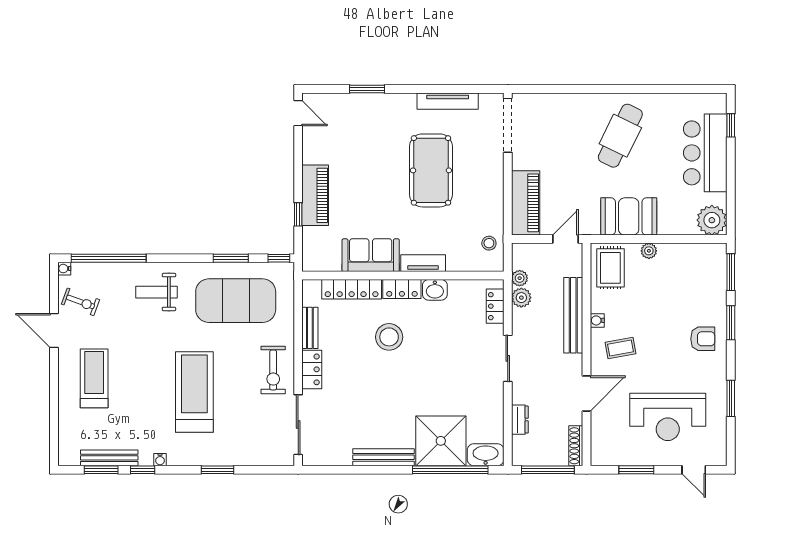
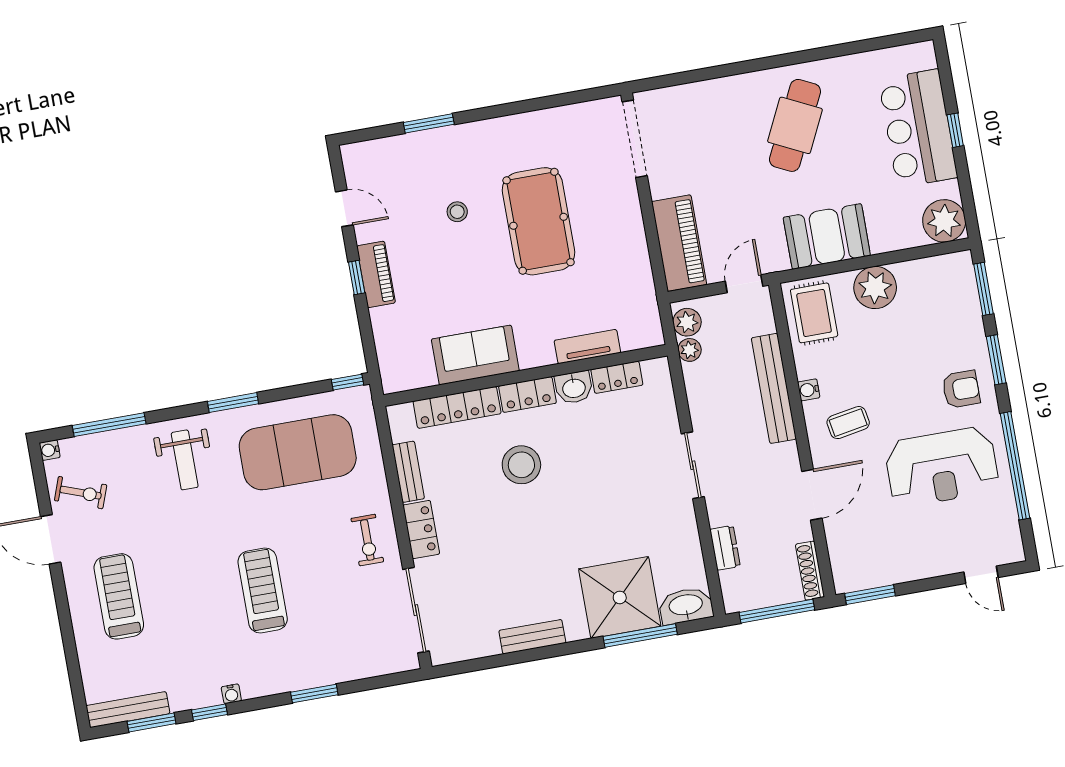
tv unit: (448, 101) -> (545, 120), removed
door: (298, 113) -> (344, 208), moved
window: (731, 125) -> (955, 130), moved
piano: (315, 195) -> (376, 274), width x0.73, depth x0.75
window: (298, 214) -> (357, 277), moved
stool: (489, 243) -> (457, 212), moved
plant: (649, 251) -> (875, 288), width x1.88, depth x1.88
window: (109, 258) -> (109, 425), width x0.68
window: (231, 258) -> (233, 403), moved
tv unit: (423, 263) -> (587, 347), moved
weight bench: (157, 292) -> (185, 460), turned -90
plant: (521, 298) -> (687, 322), moved
locker: (495, 306) -> (617, 377), moved, turned -90
exercise bike: (273, 370) -> (367, 540), width x0.73, depth x0.72
treadmill: (194, 392) -> (263, 590), width x0.73, depth x0.73
window: (731, 398) -> (1015, 466), width x2.11
reception desk: (668, 417) -> (942, 467), moved
bench: (384, 457) -> (532, 637), width x0.73
bench: (109, 458) -> (128, 710), moved
window: (450, 470) -> (640, 635), width x0.68
window: (636, 470) -> (870, 595), moved

